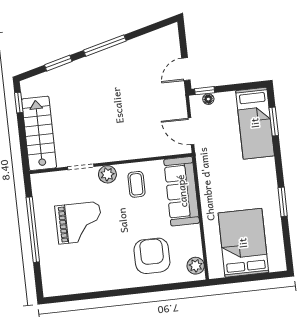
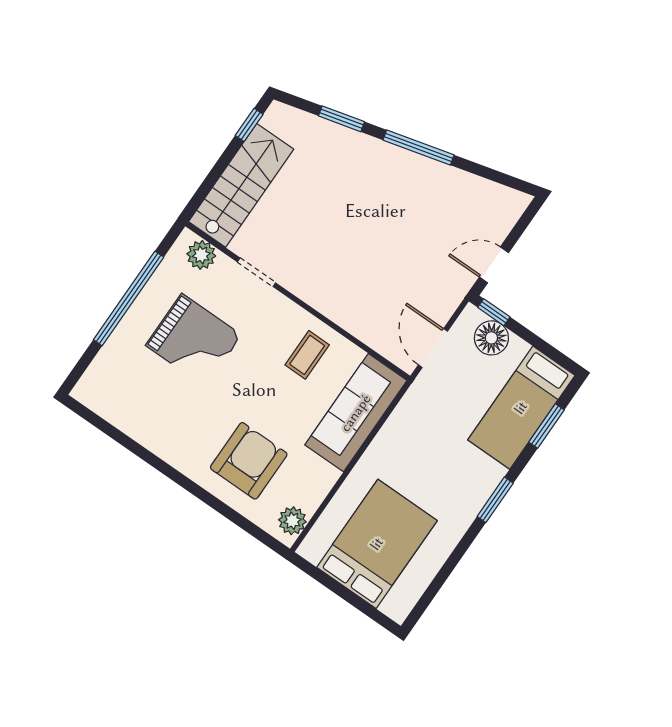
floor lamp: (208, 99) -> (491, 338), width x1.89, depth x1.89
plant: (107, 174) -> (201, 255), moved
window: (283, 202) -> (495, 500), moved

